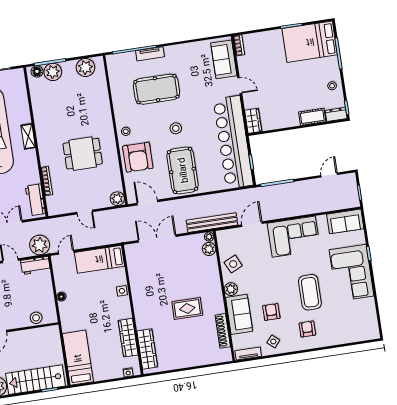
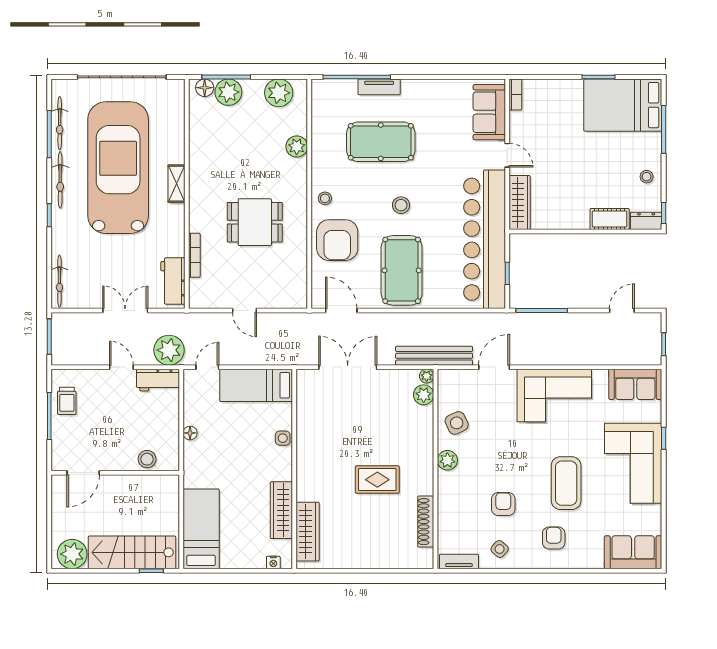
wardrobe: (253, 121) -> (520, 202), width x1.50
plant: (117, 199) -> (297, 146), moved
sofa: (239, 314) -> (633, 552), moved, turned -90

